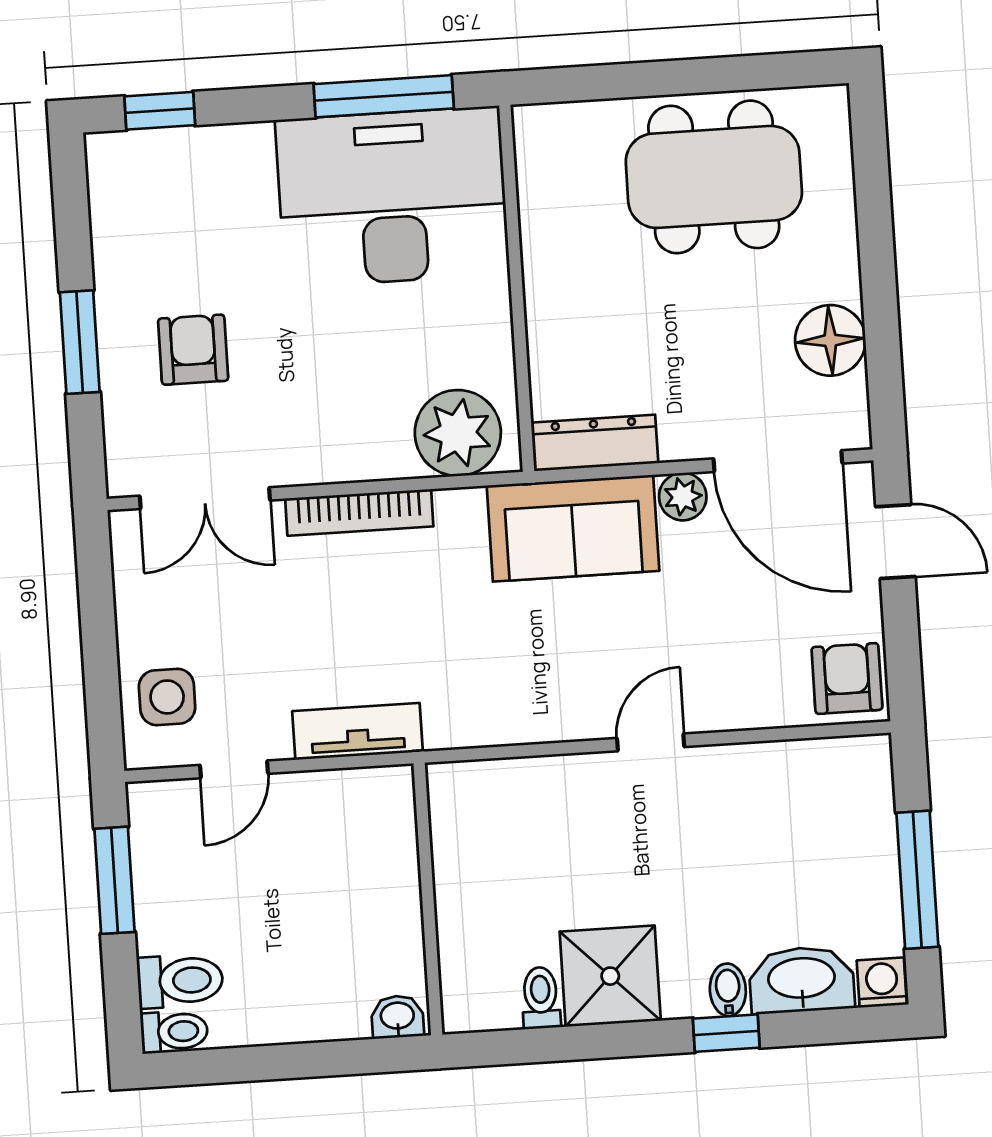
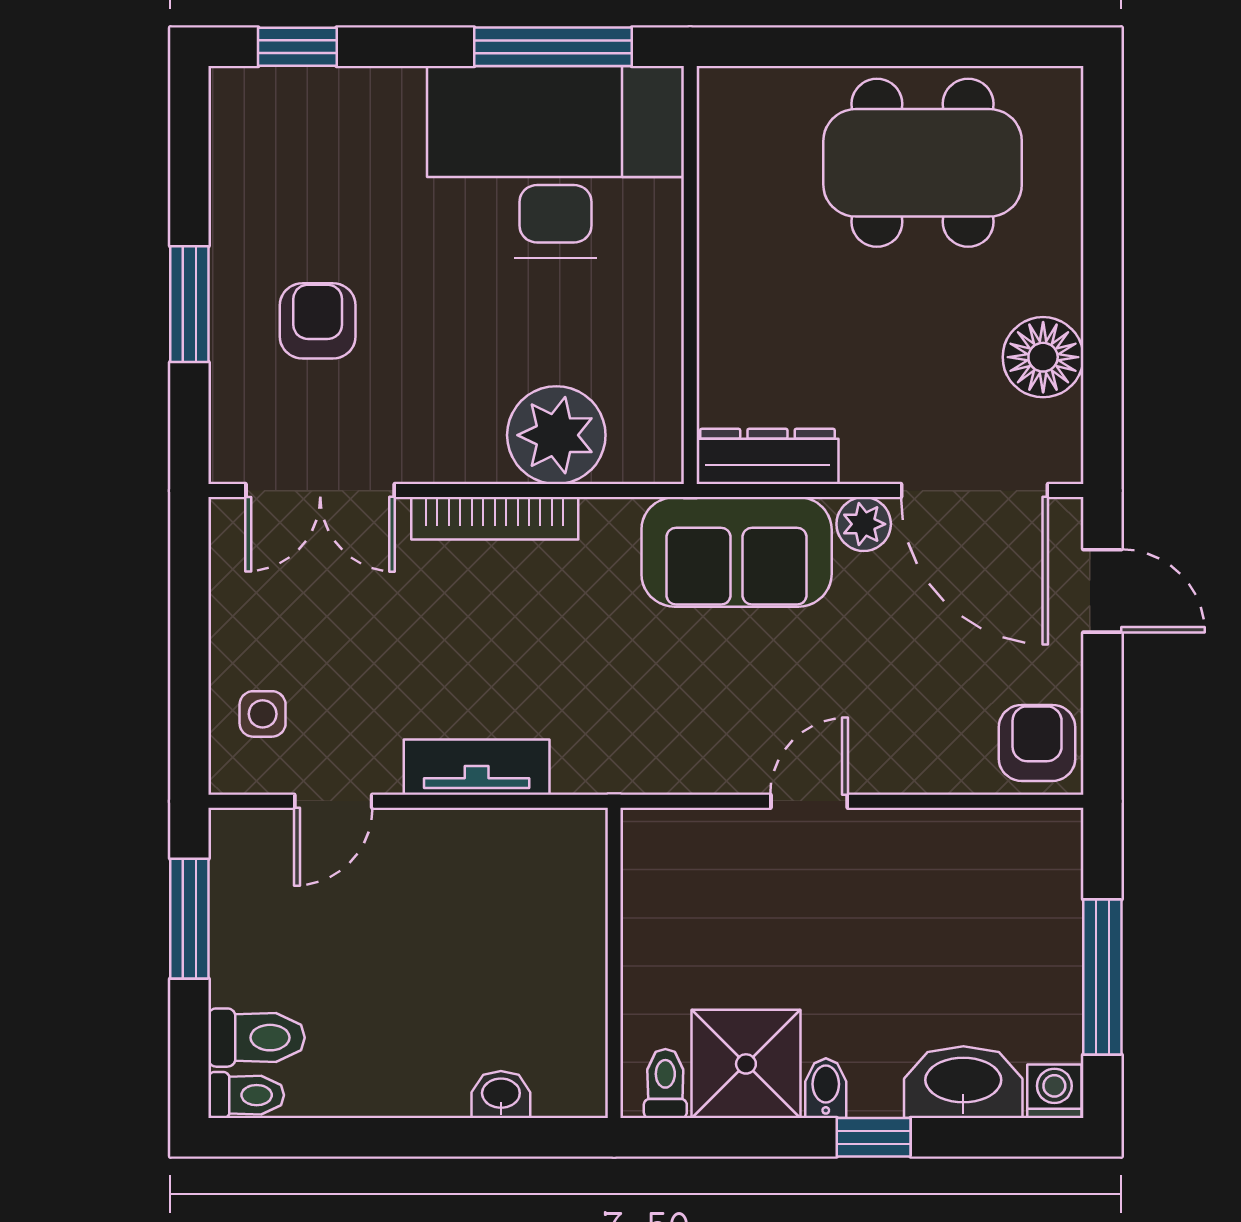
plant: (458, 433) -> (556, 435), moved
side table: (167, 697) -> (263, 714), width x0.73, depth x0.73
wall: (428, 899) -> (614, 963), moved
bidet: (728, 990) -> (826, 1088), moved

